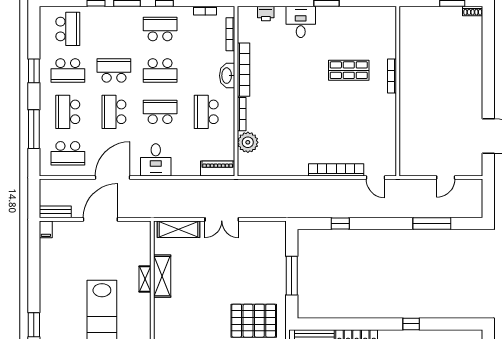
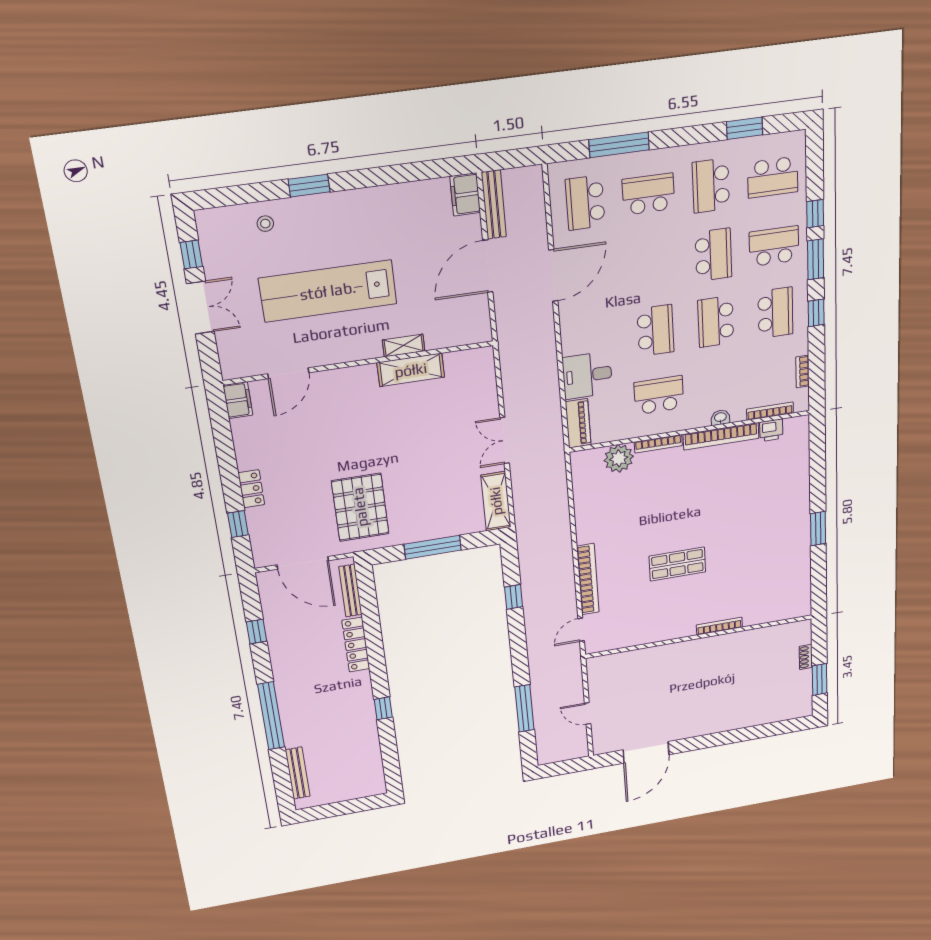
shoe rack: (473, 11) -> (806, 657), moved
printer: (266, 14) -> (771, 430), moved, turned -90
desk: (301, 22) -> (789, 501), removed
shop shelf: (349, 70) -> (677, 564), moved, turned 90
window: (34, 71) -> (745, 128), moved
washbasin: (227, 76) -> (720, 418), width x0.52, depth x0.69
school desk: (114, 112) -> (774, 246), moved
desk: (156, 160) -> (587, 375), moved
door: (113, 178) -> (553, 275), hinge flipped
bench: (55, 212) -> (494, 205), width x1.36
door: (100, 219) -> (488, 266), swing flipped
filing cabinet: (46, 229) -> (465, 194), width x2.00
shelving: (178, 229) -> (496, 501), moved

